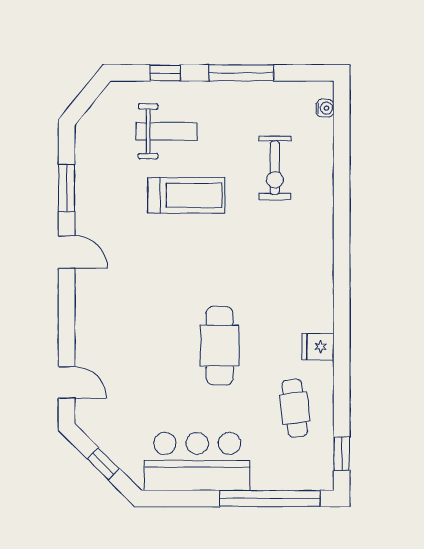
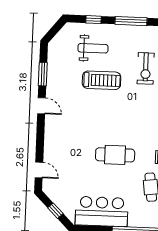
cafe table: (220, 346) -> (115, 155), turned 90

